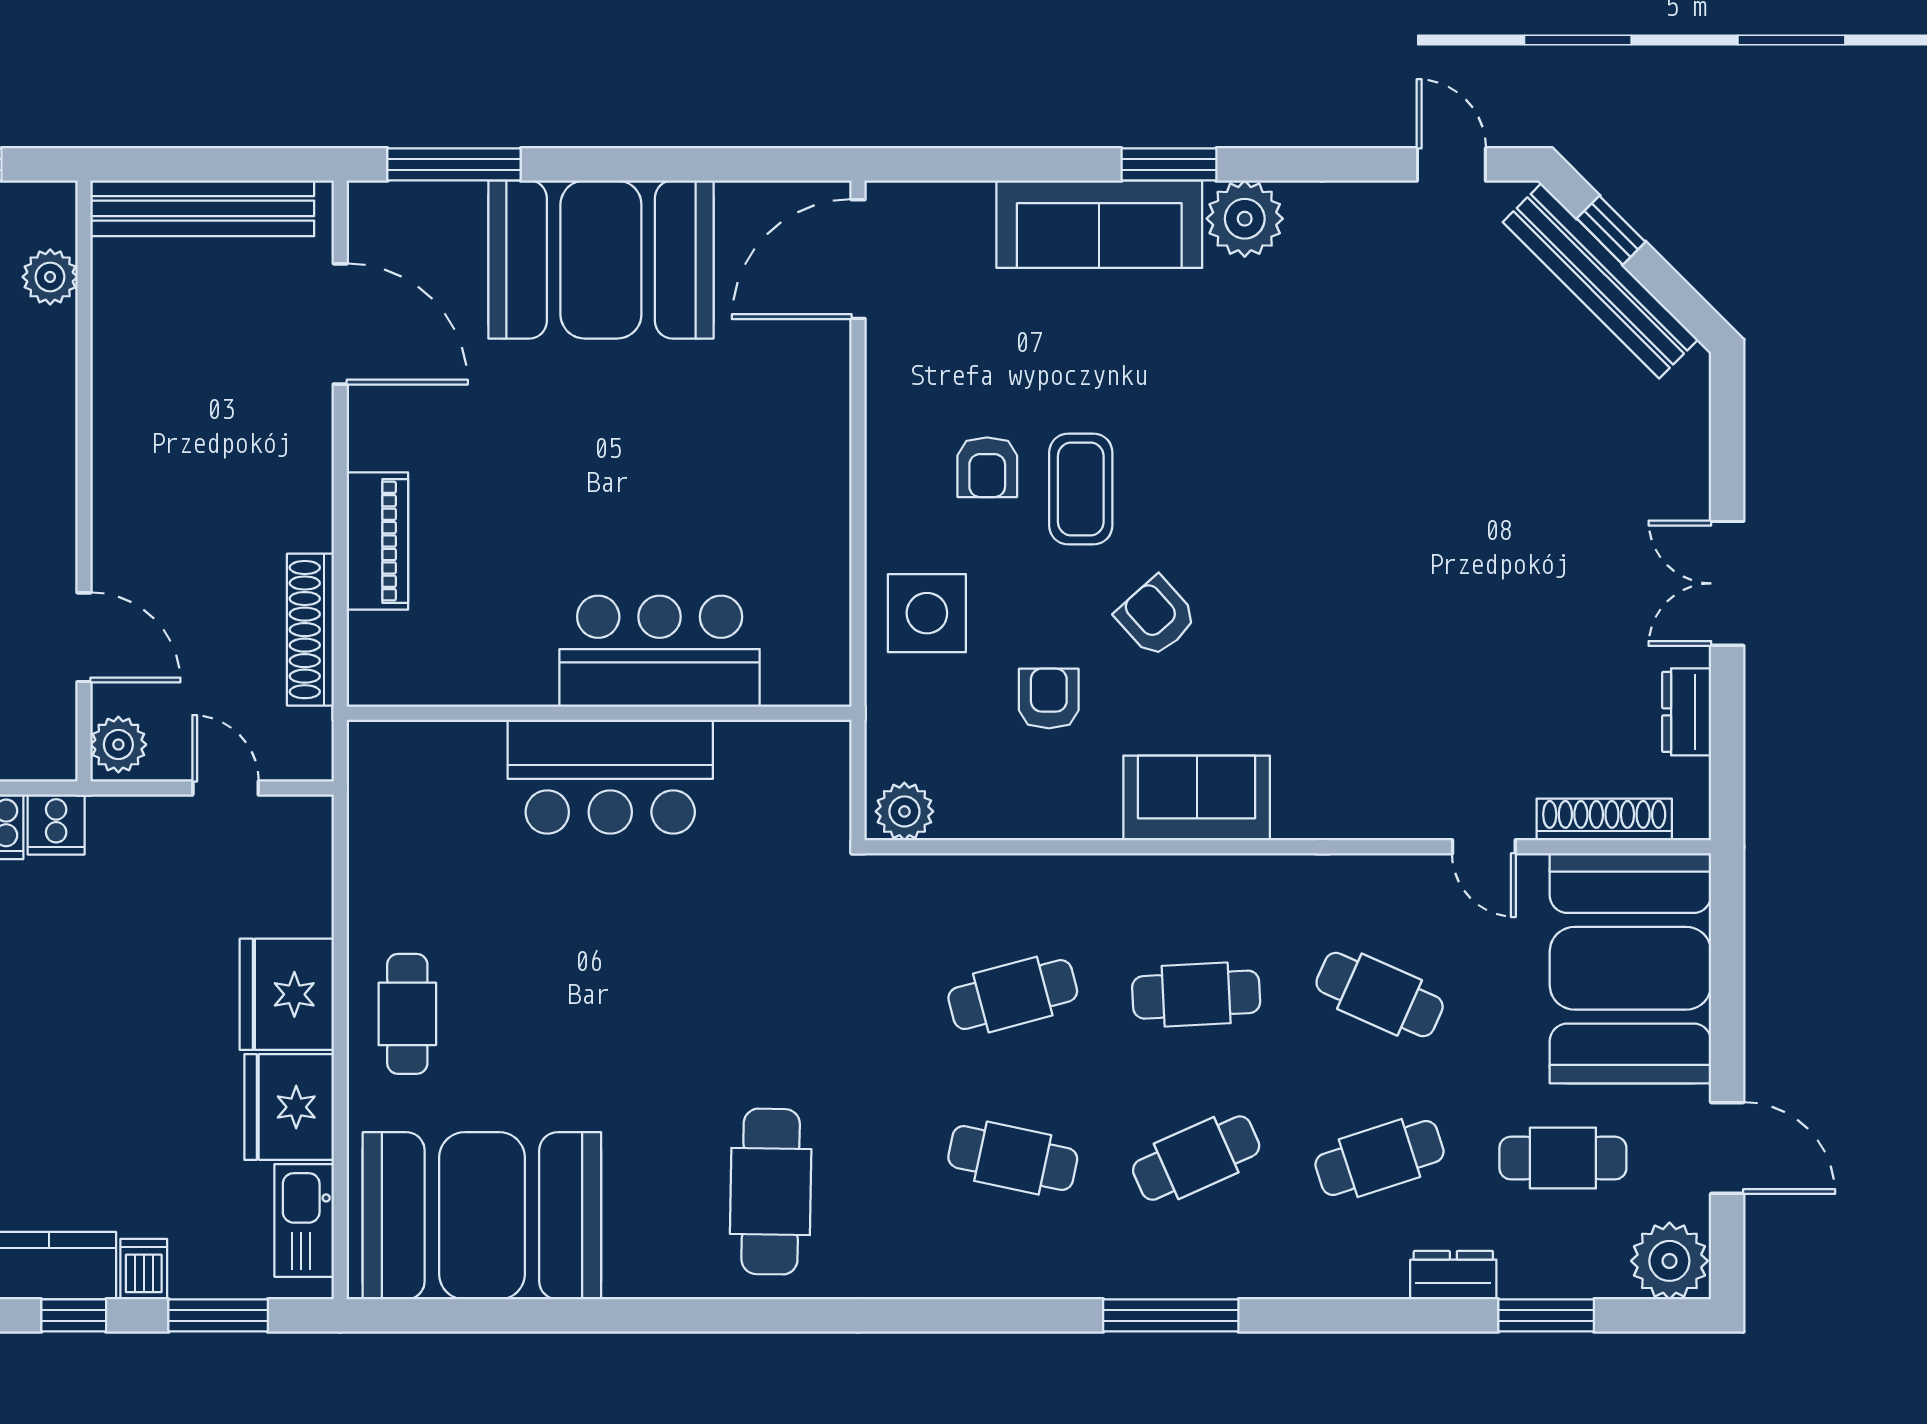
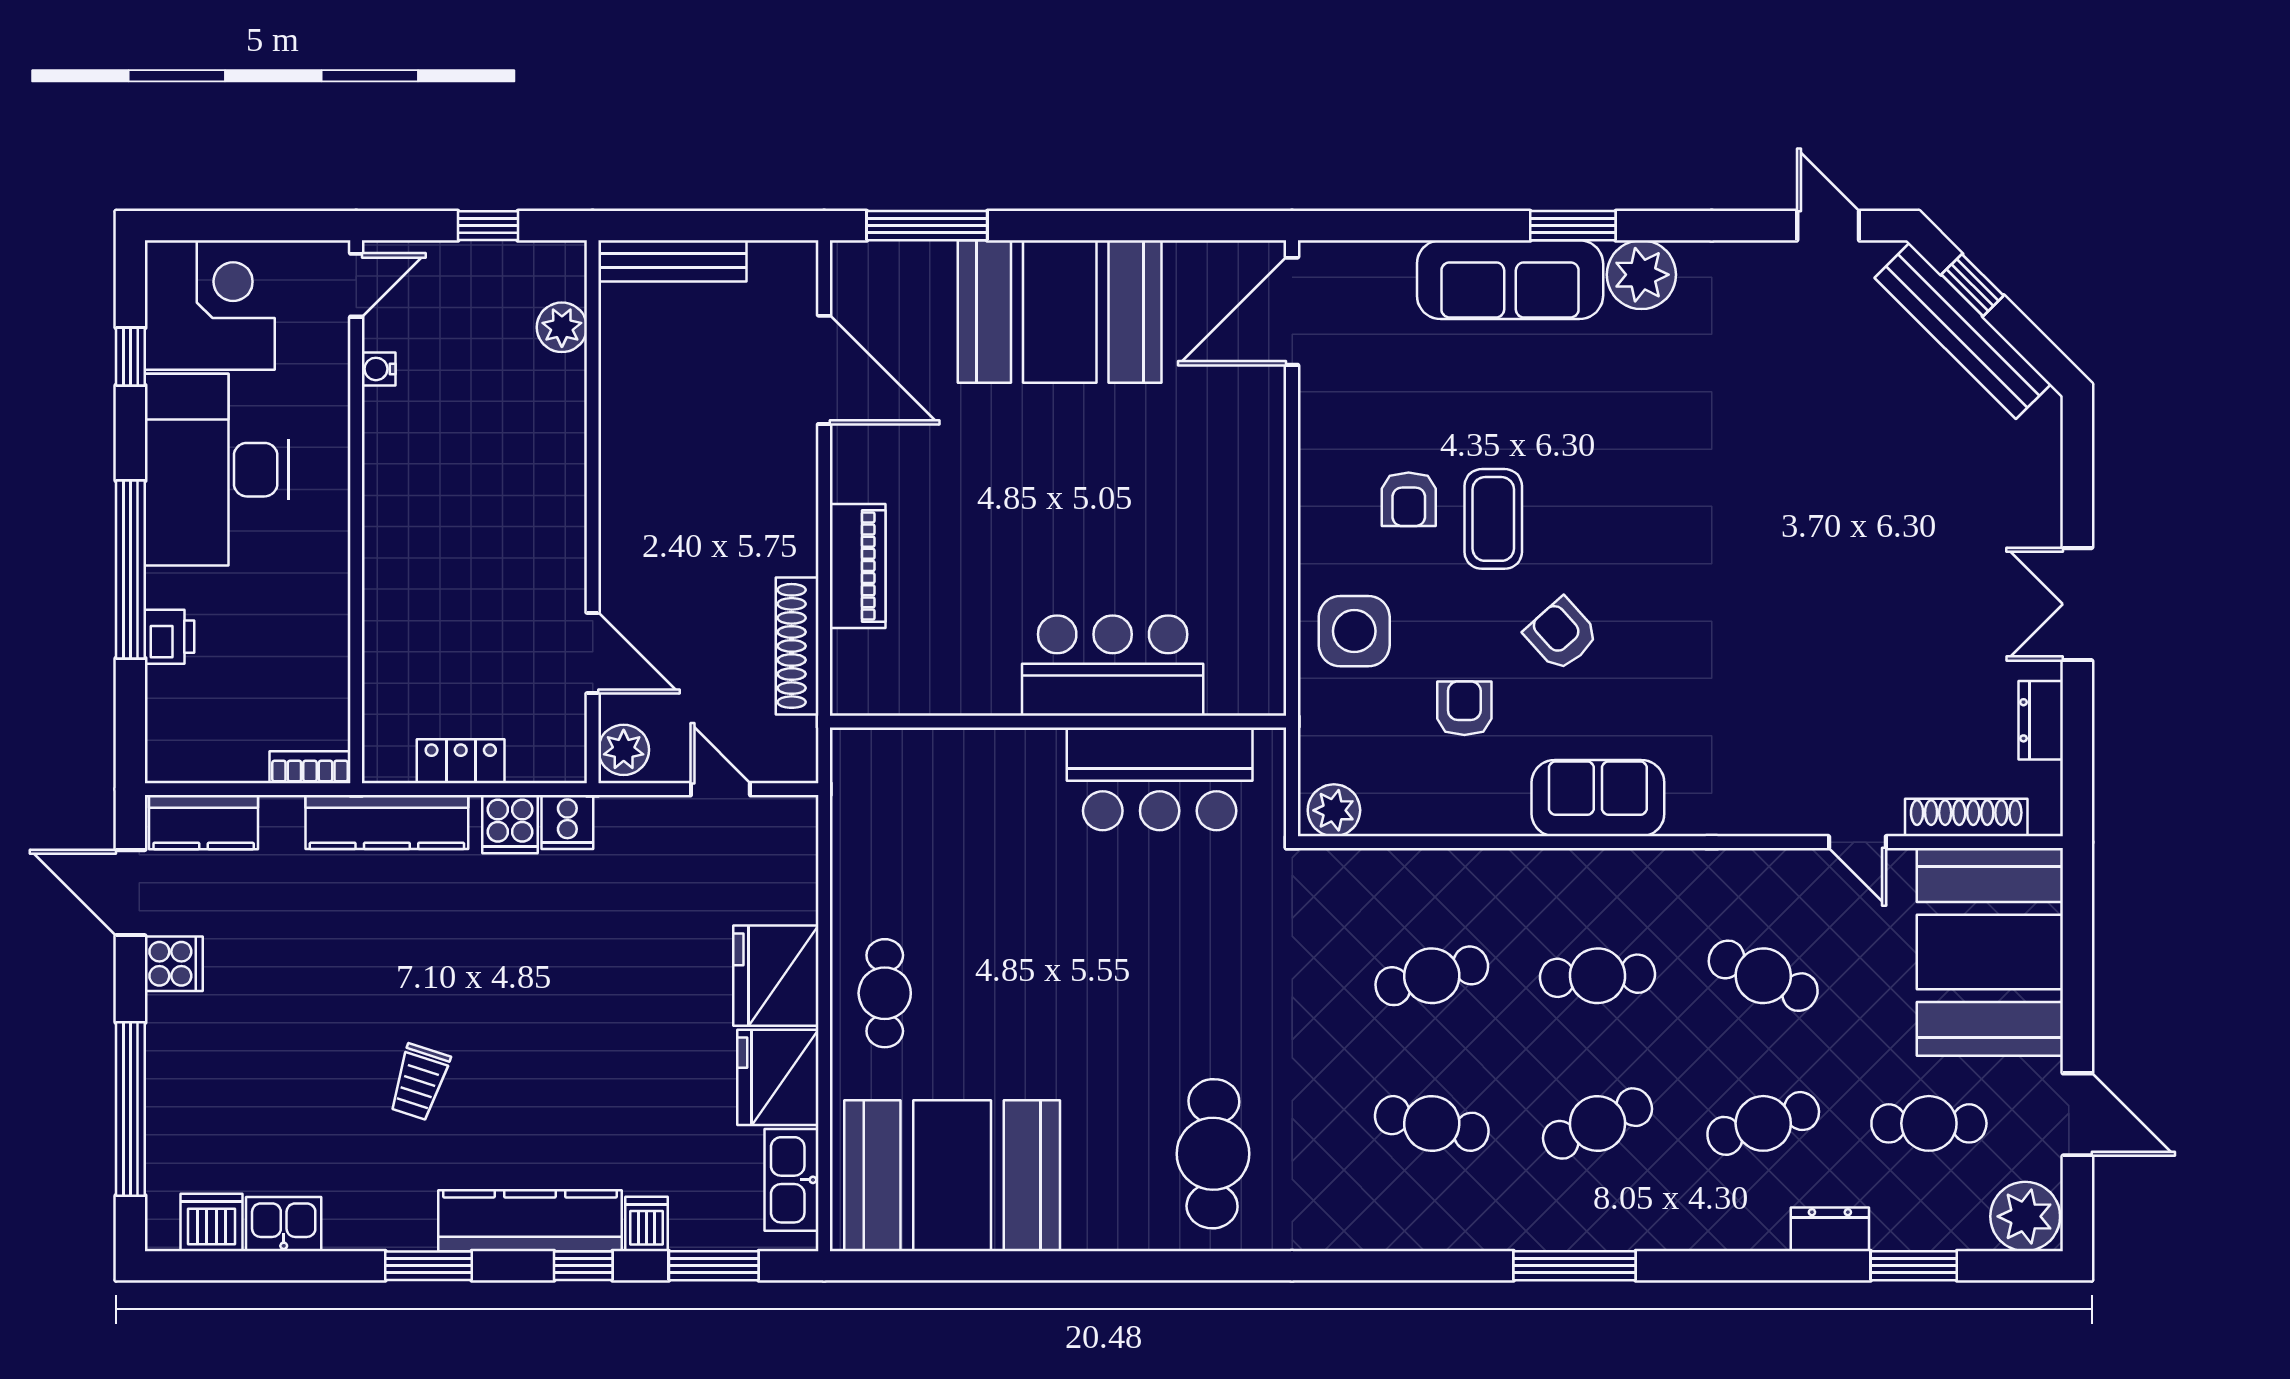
bench: (202, 208) -> (672, 261), width x0.73, depth x0.82
bar counter: (610, 777) -> (1160, 779), moved

